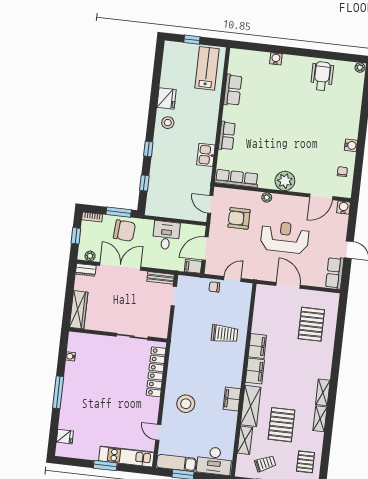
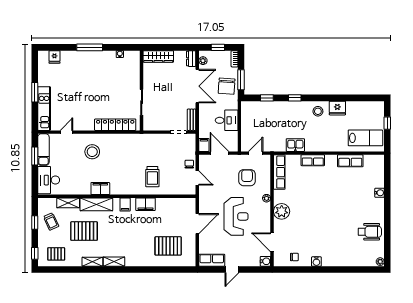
filing cabinet: (255, 371) -> (125, 205), width x0.50

